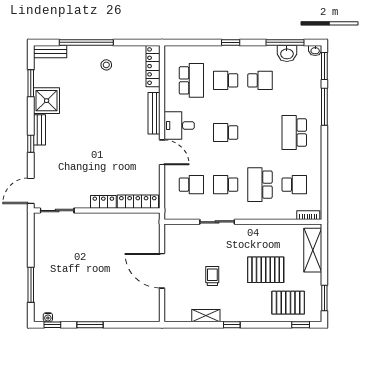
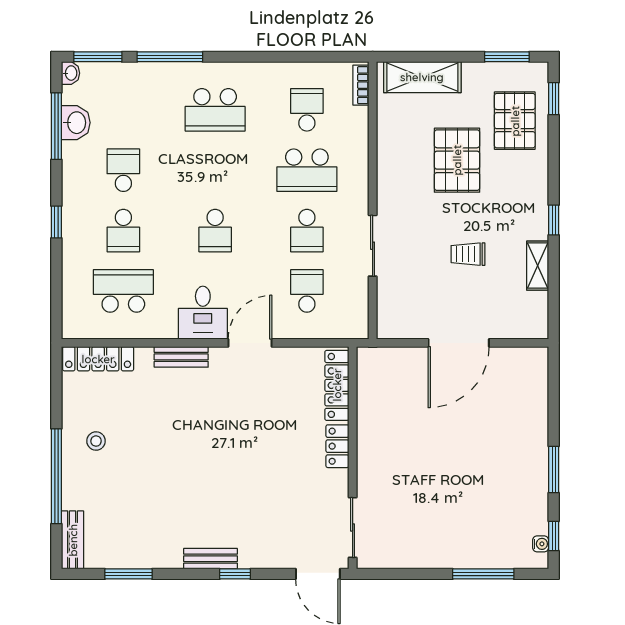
shower: (47, 101) -> (159, 546), removed
bench: (154, 113) -> (181, 357), width x0.73

